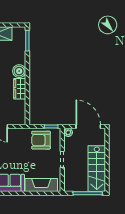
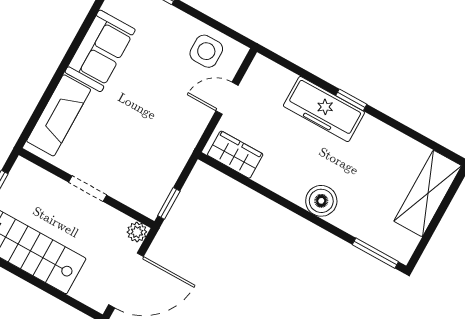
wardrobe: (20, 89) -> (235, 155), moved
armchair: (41, 140) -> (152, 166), removed

